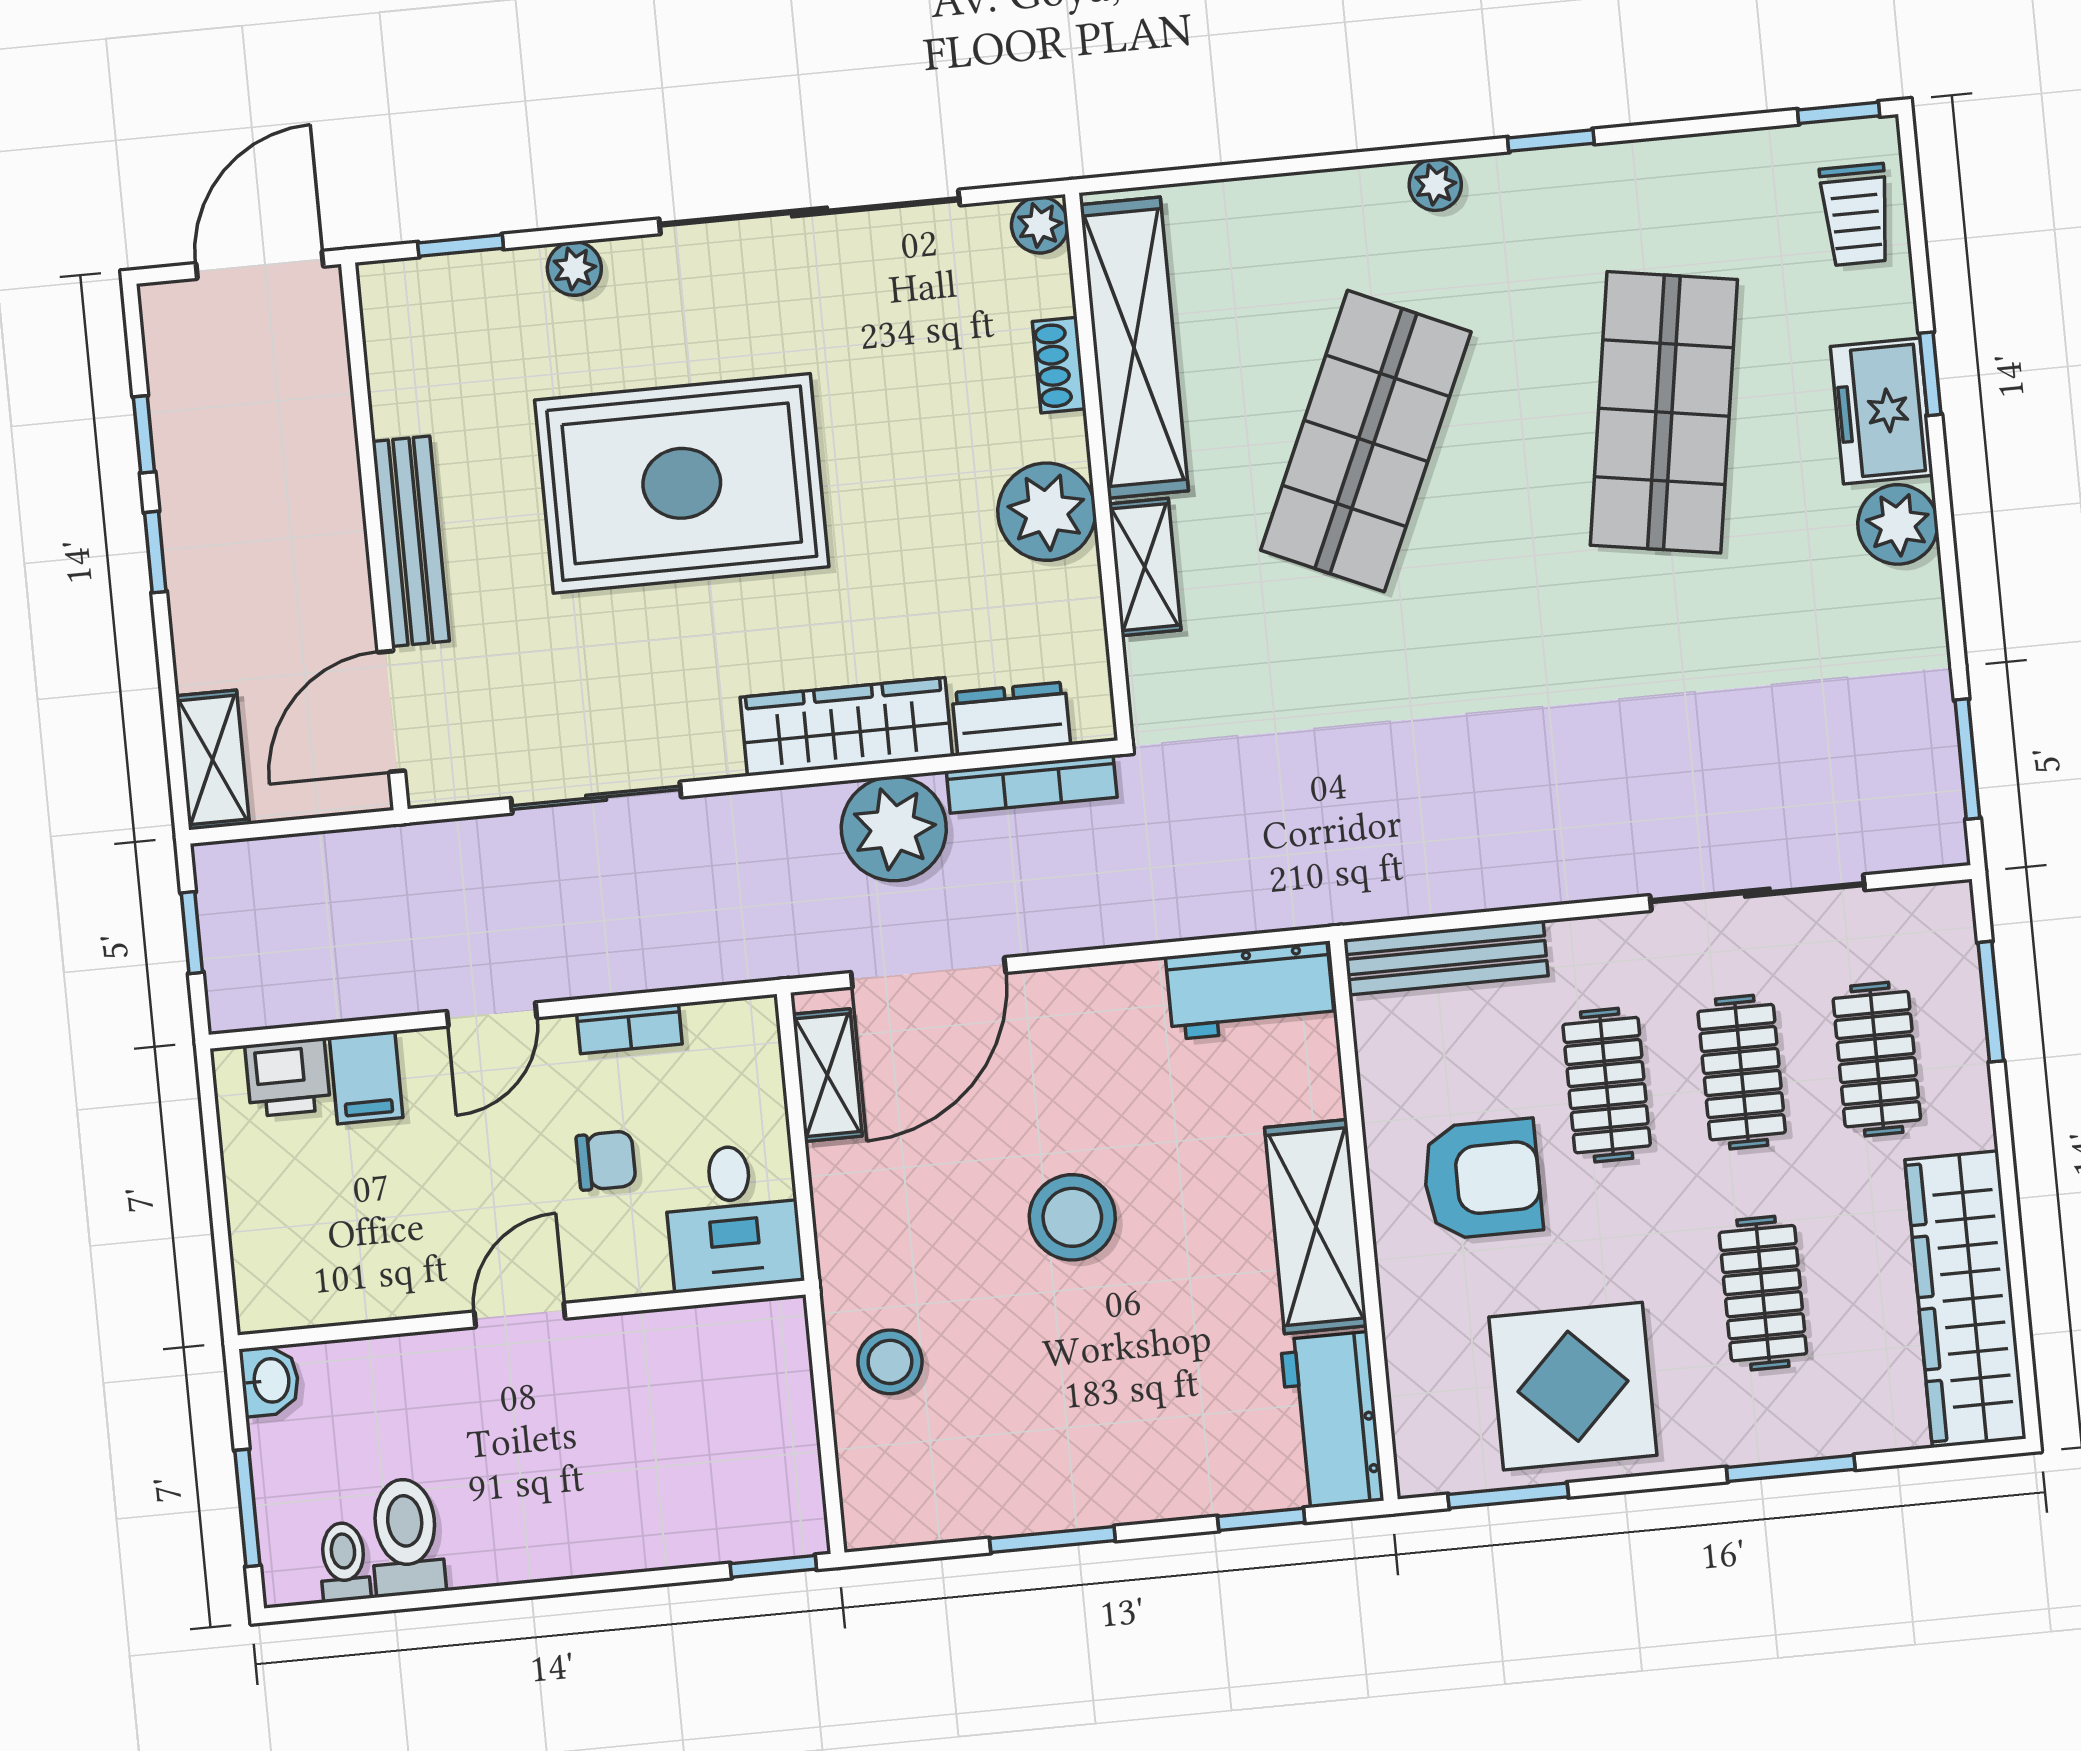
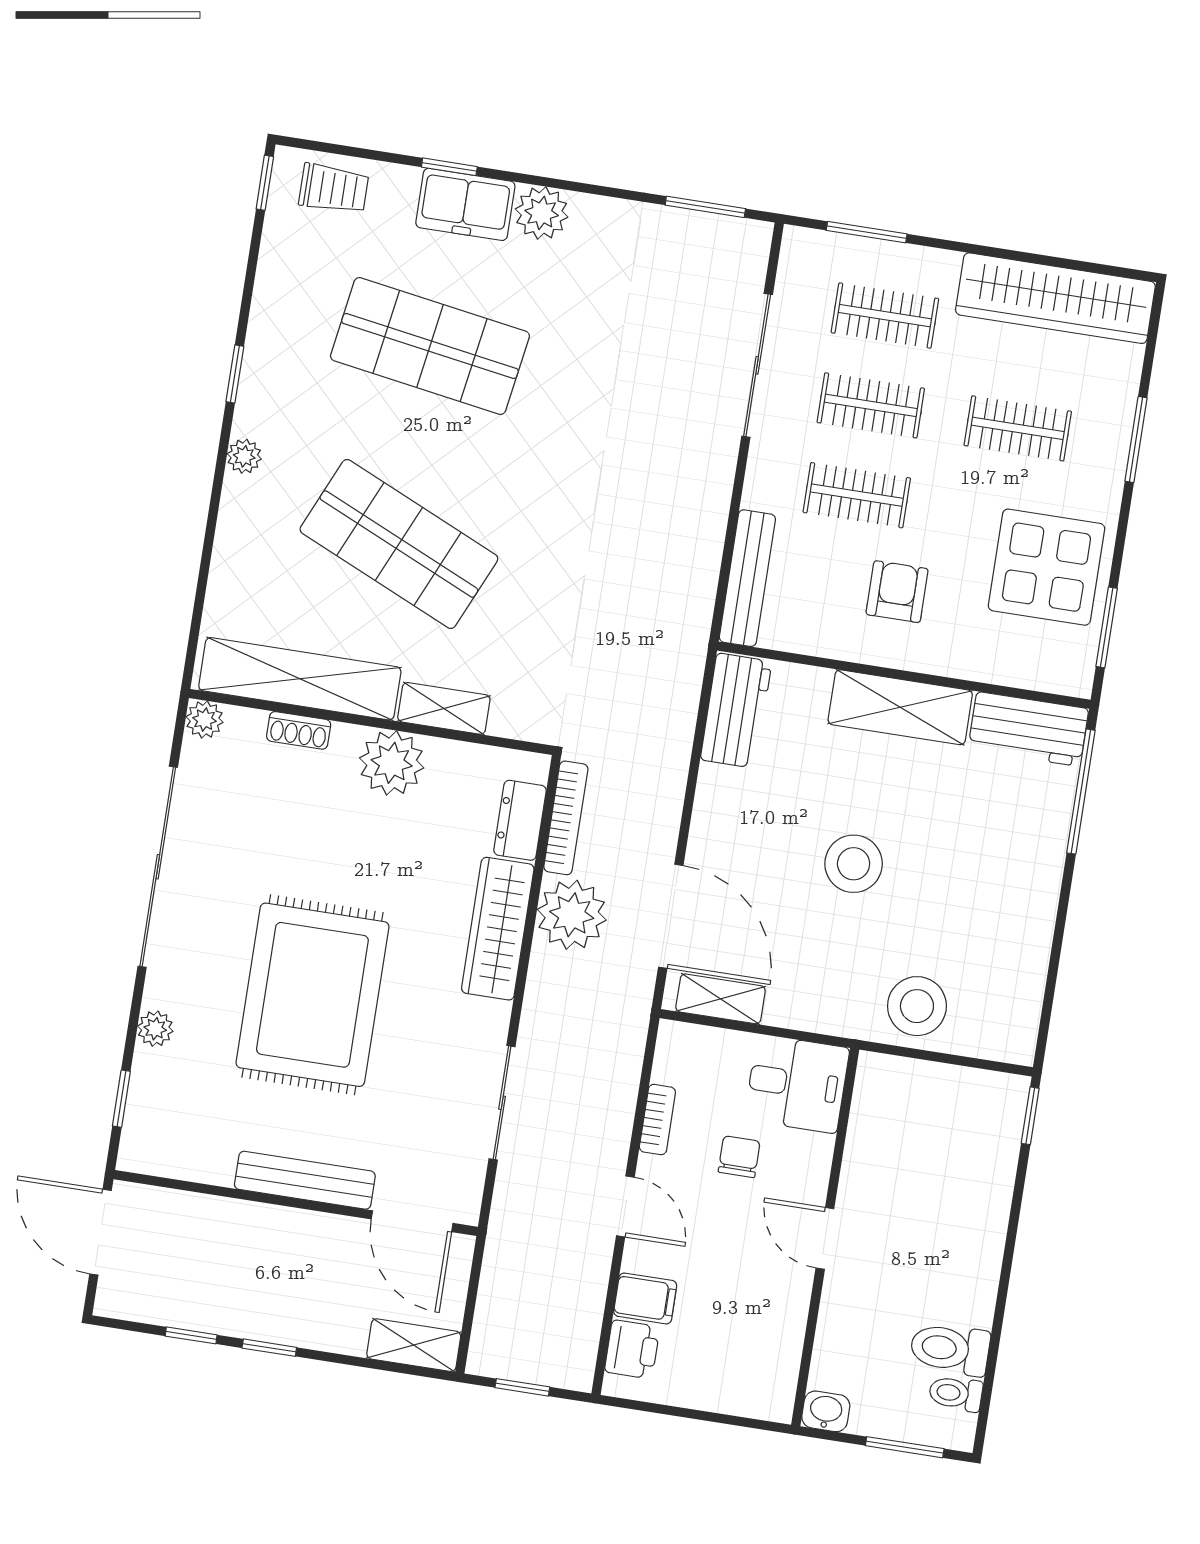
armchair: (1482, 1179) -> (897, 592), width x0.72, depth x0.72
stool: (890, 1362) -> (917, 1006), width x1.38, depth x1.38
window: (1261, 1519) -> (1081, 792), width x2.17
window: (1052, 1539) -> (1059, 930), removed

